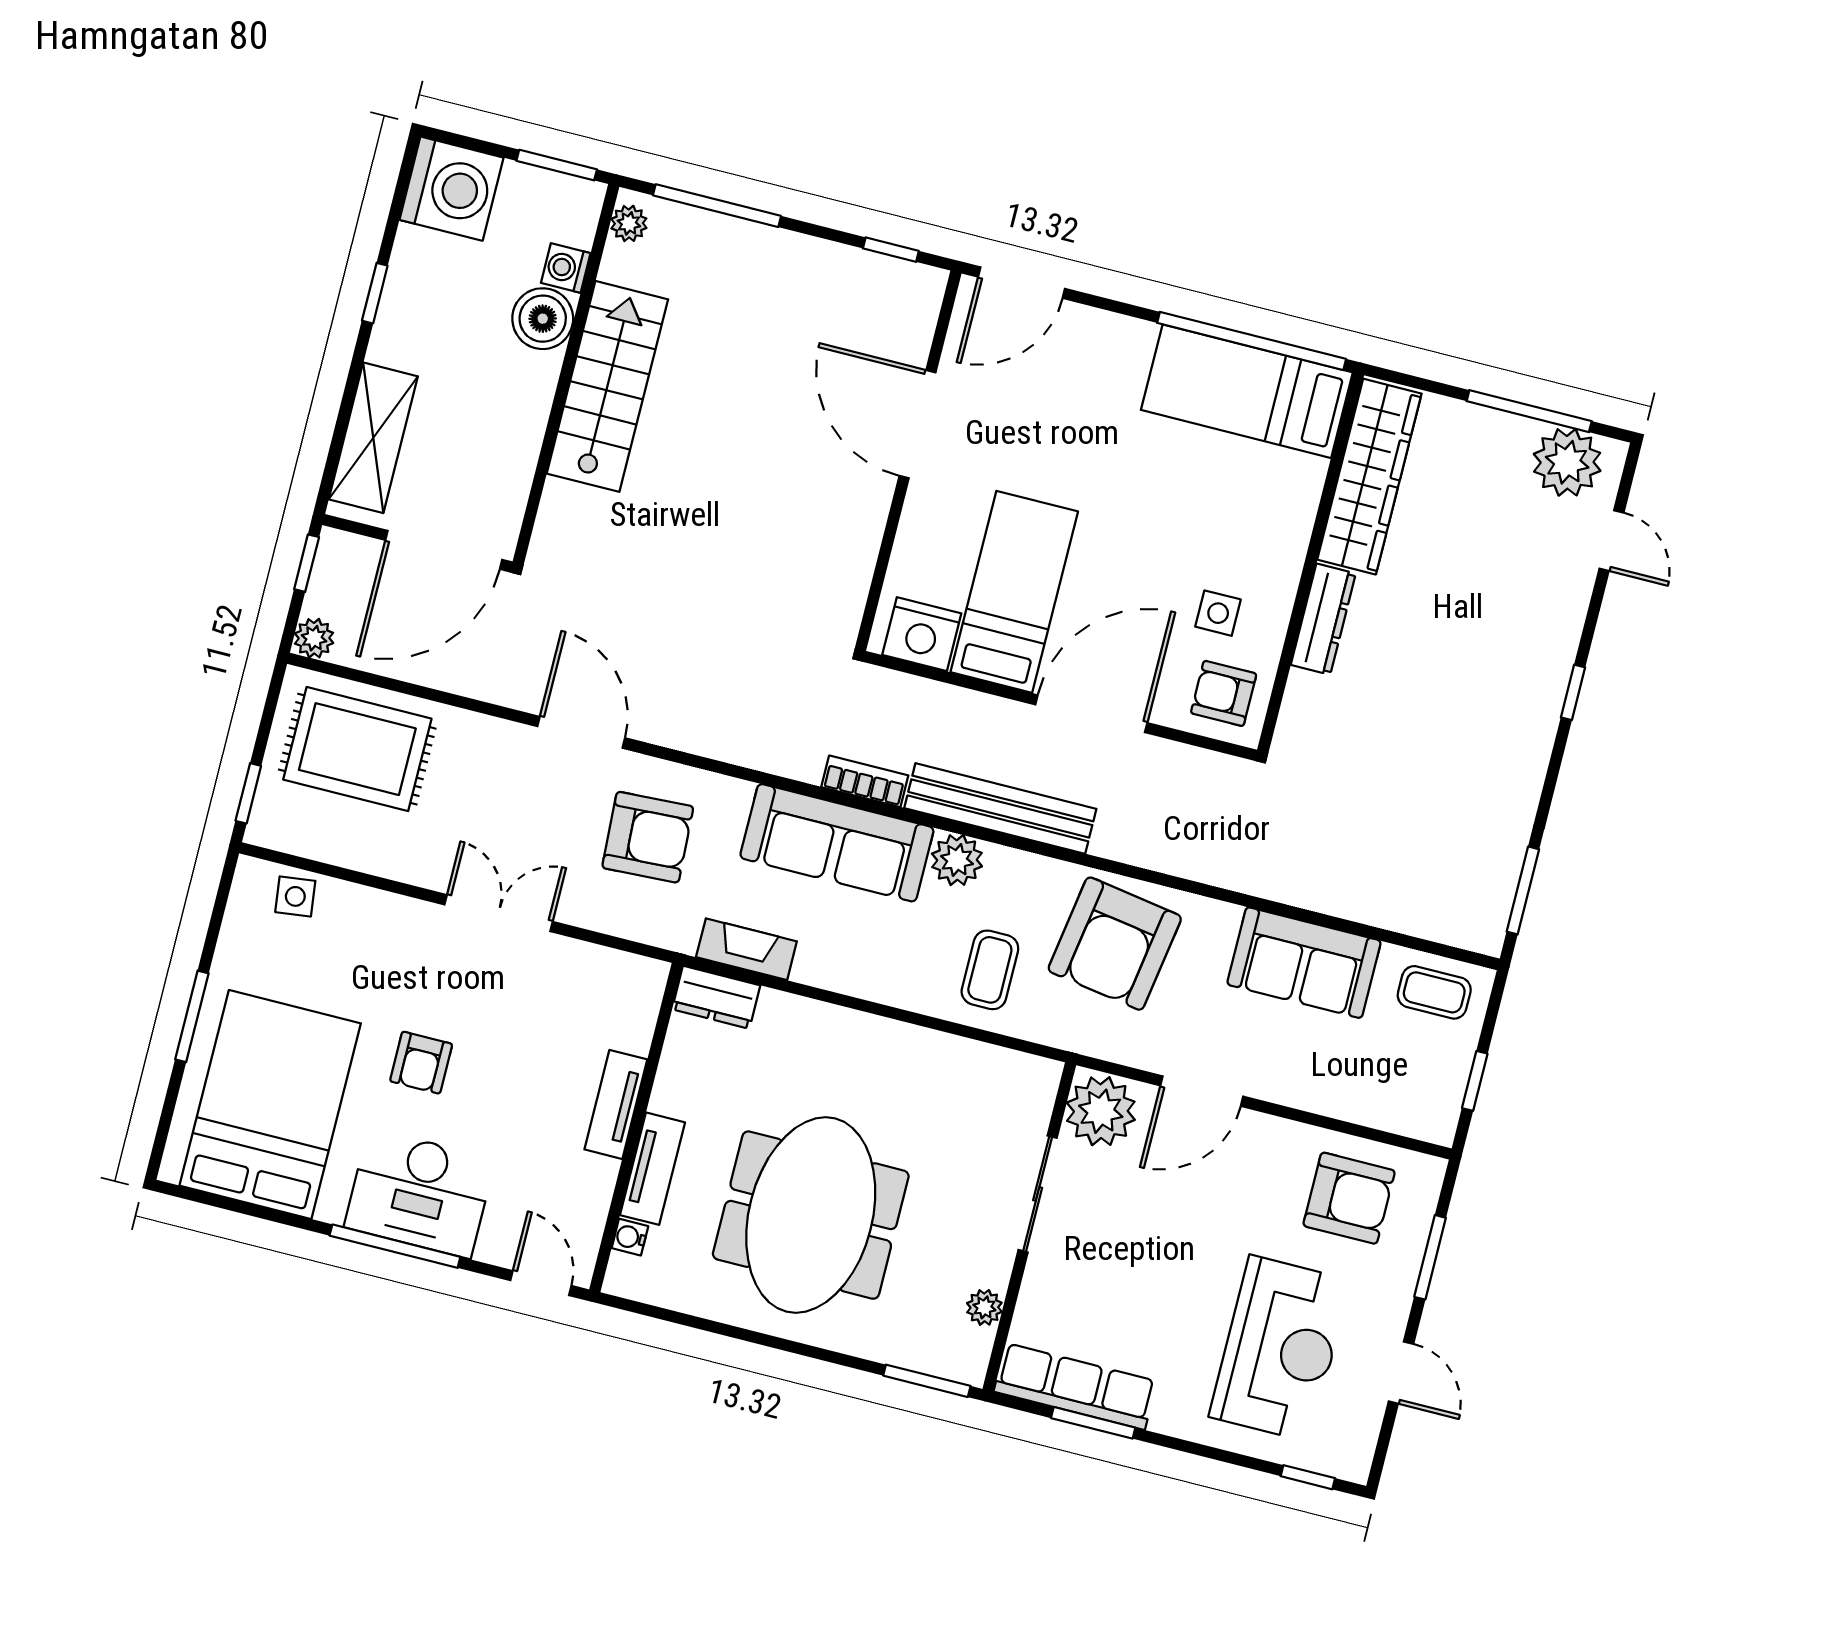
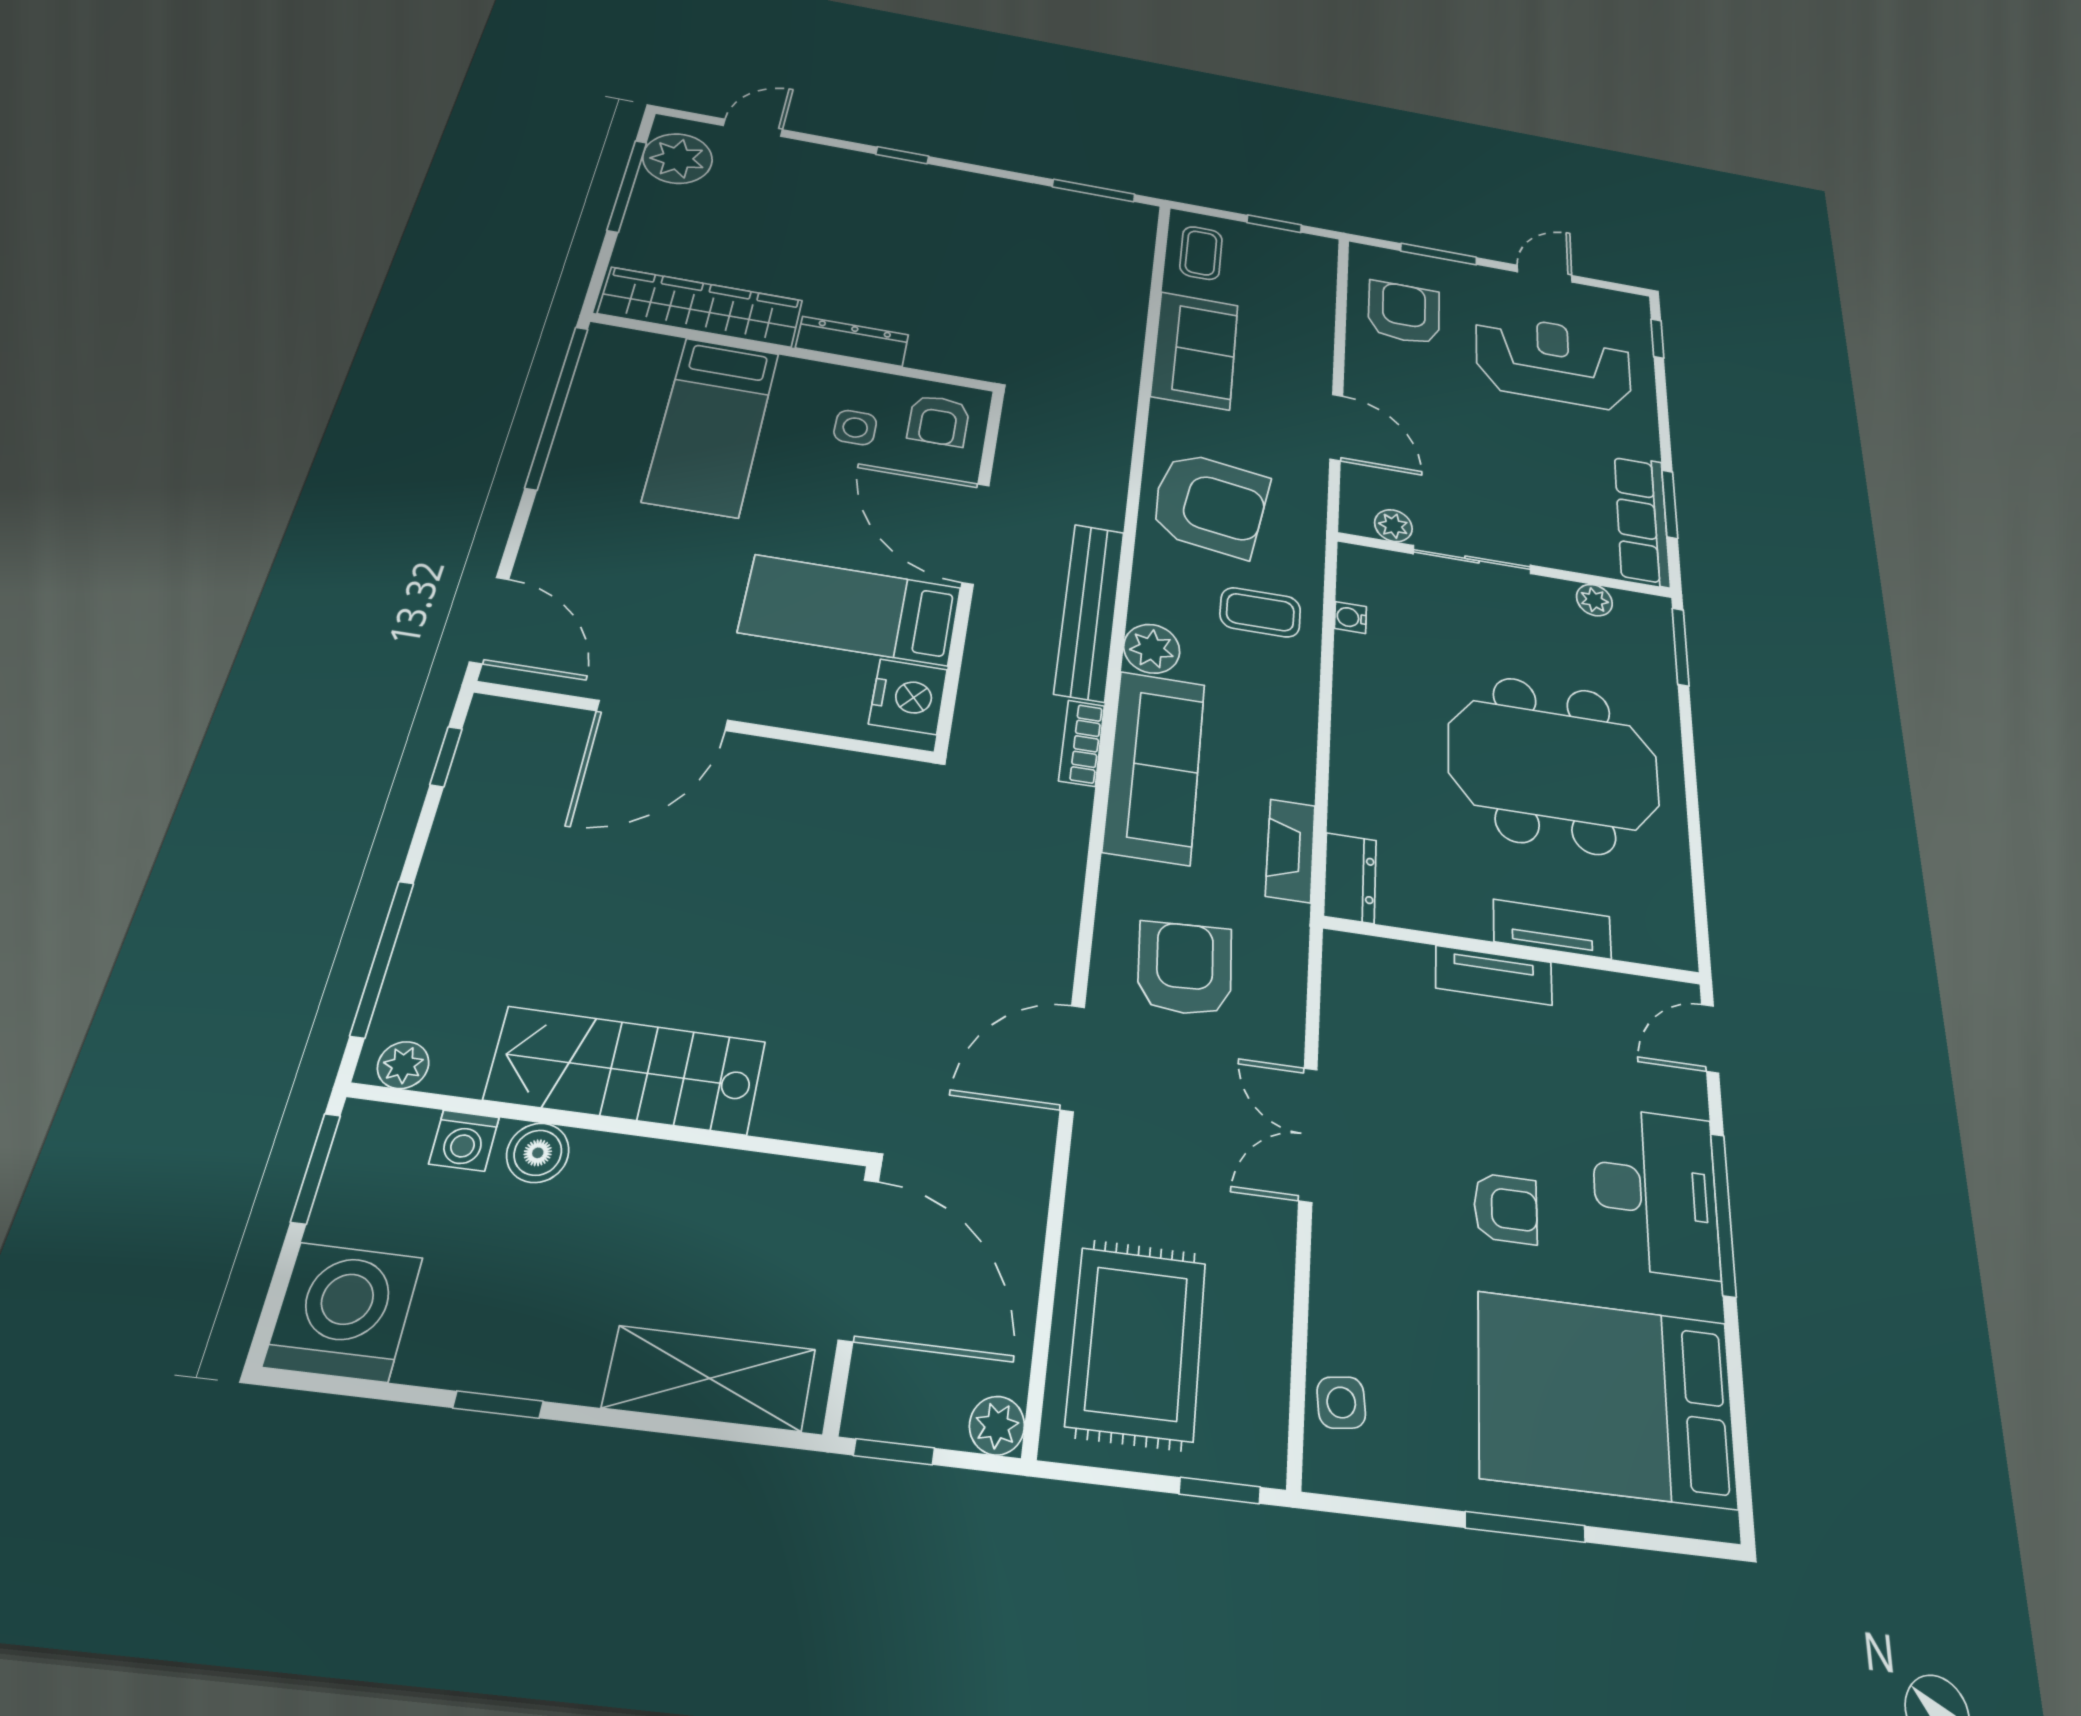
boiler: (543, 319) -> (538, 1153), width x0.73, depth x0.73
bed: (1247, 391) -> (712, 426), moved
plant: (1101, 1111) -> (1393, 526), width x0.53, depth x0.53
water cooler: (630, 1237) -> (1350, 617), moved, turned 90

